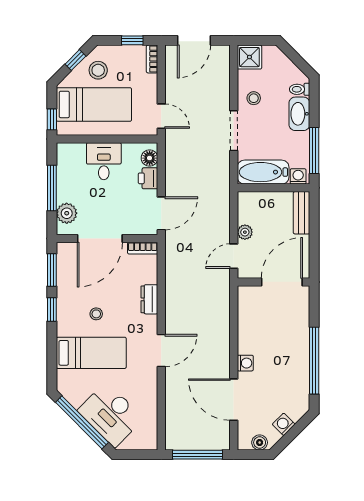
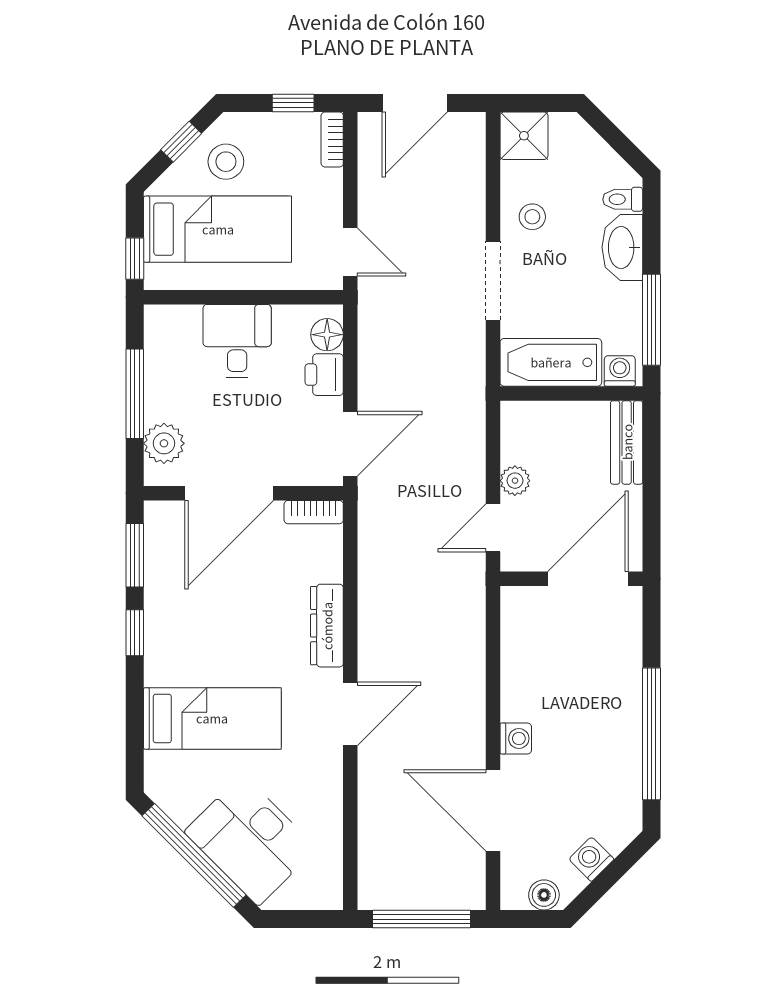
dresser: (149, 299) -> (327, 626), width x1.44
stool: (96, 314) -> (222, 642), removed

